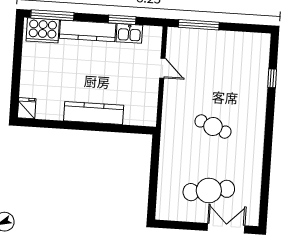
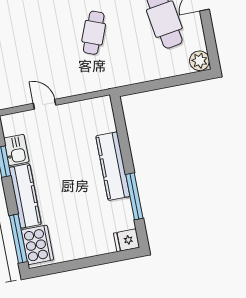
door: (162, 68) -> (45, 104), hinge flipped
window: (63, 125) -> (134, 196), added
plant: (165, 211) -> (200, 61), added

